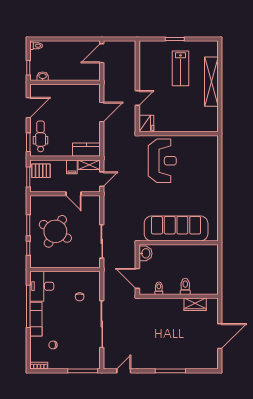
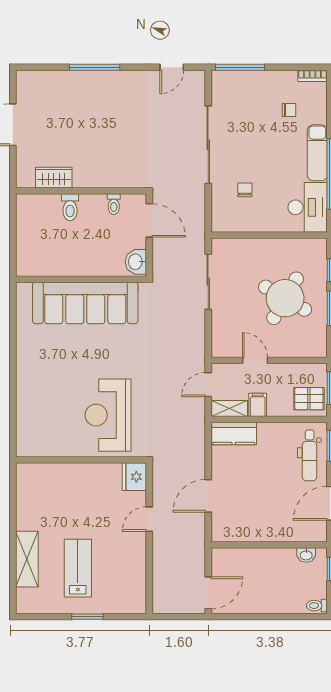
shelving: (211, 82) -> (27, 559), width x0.68

